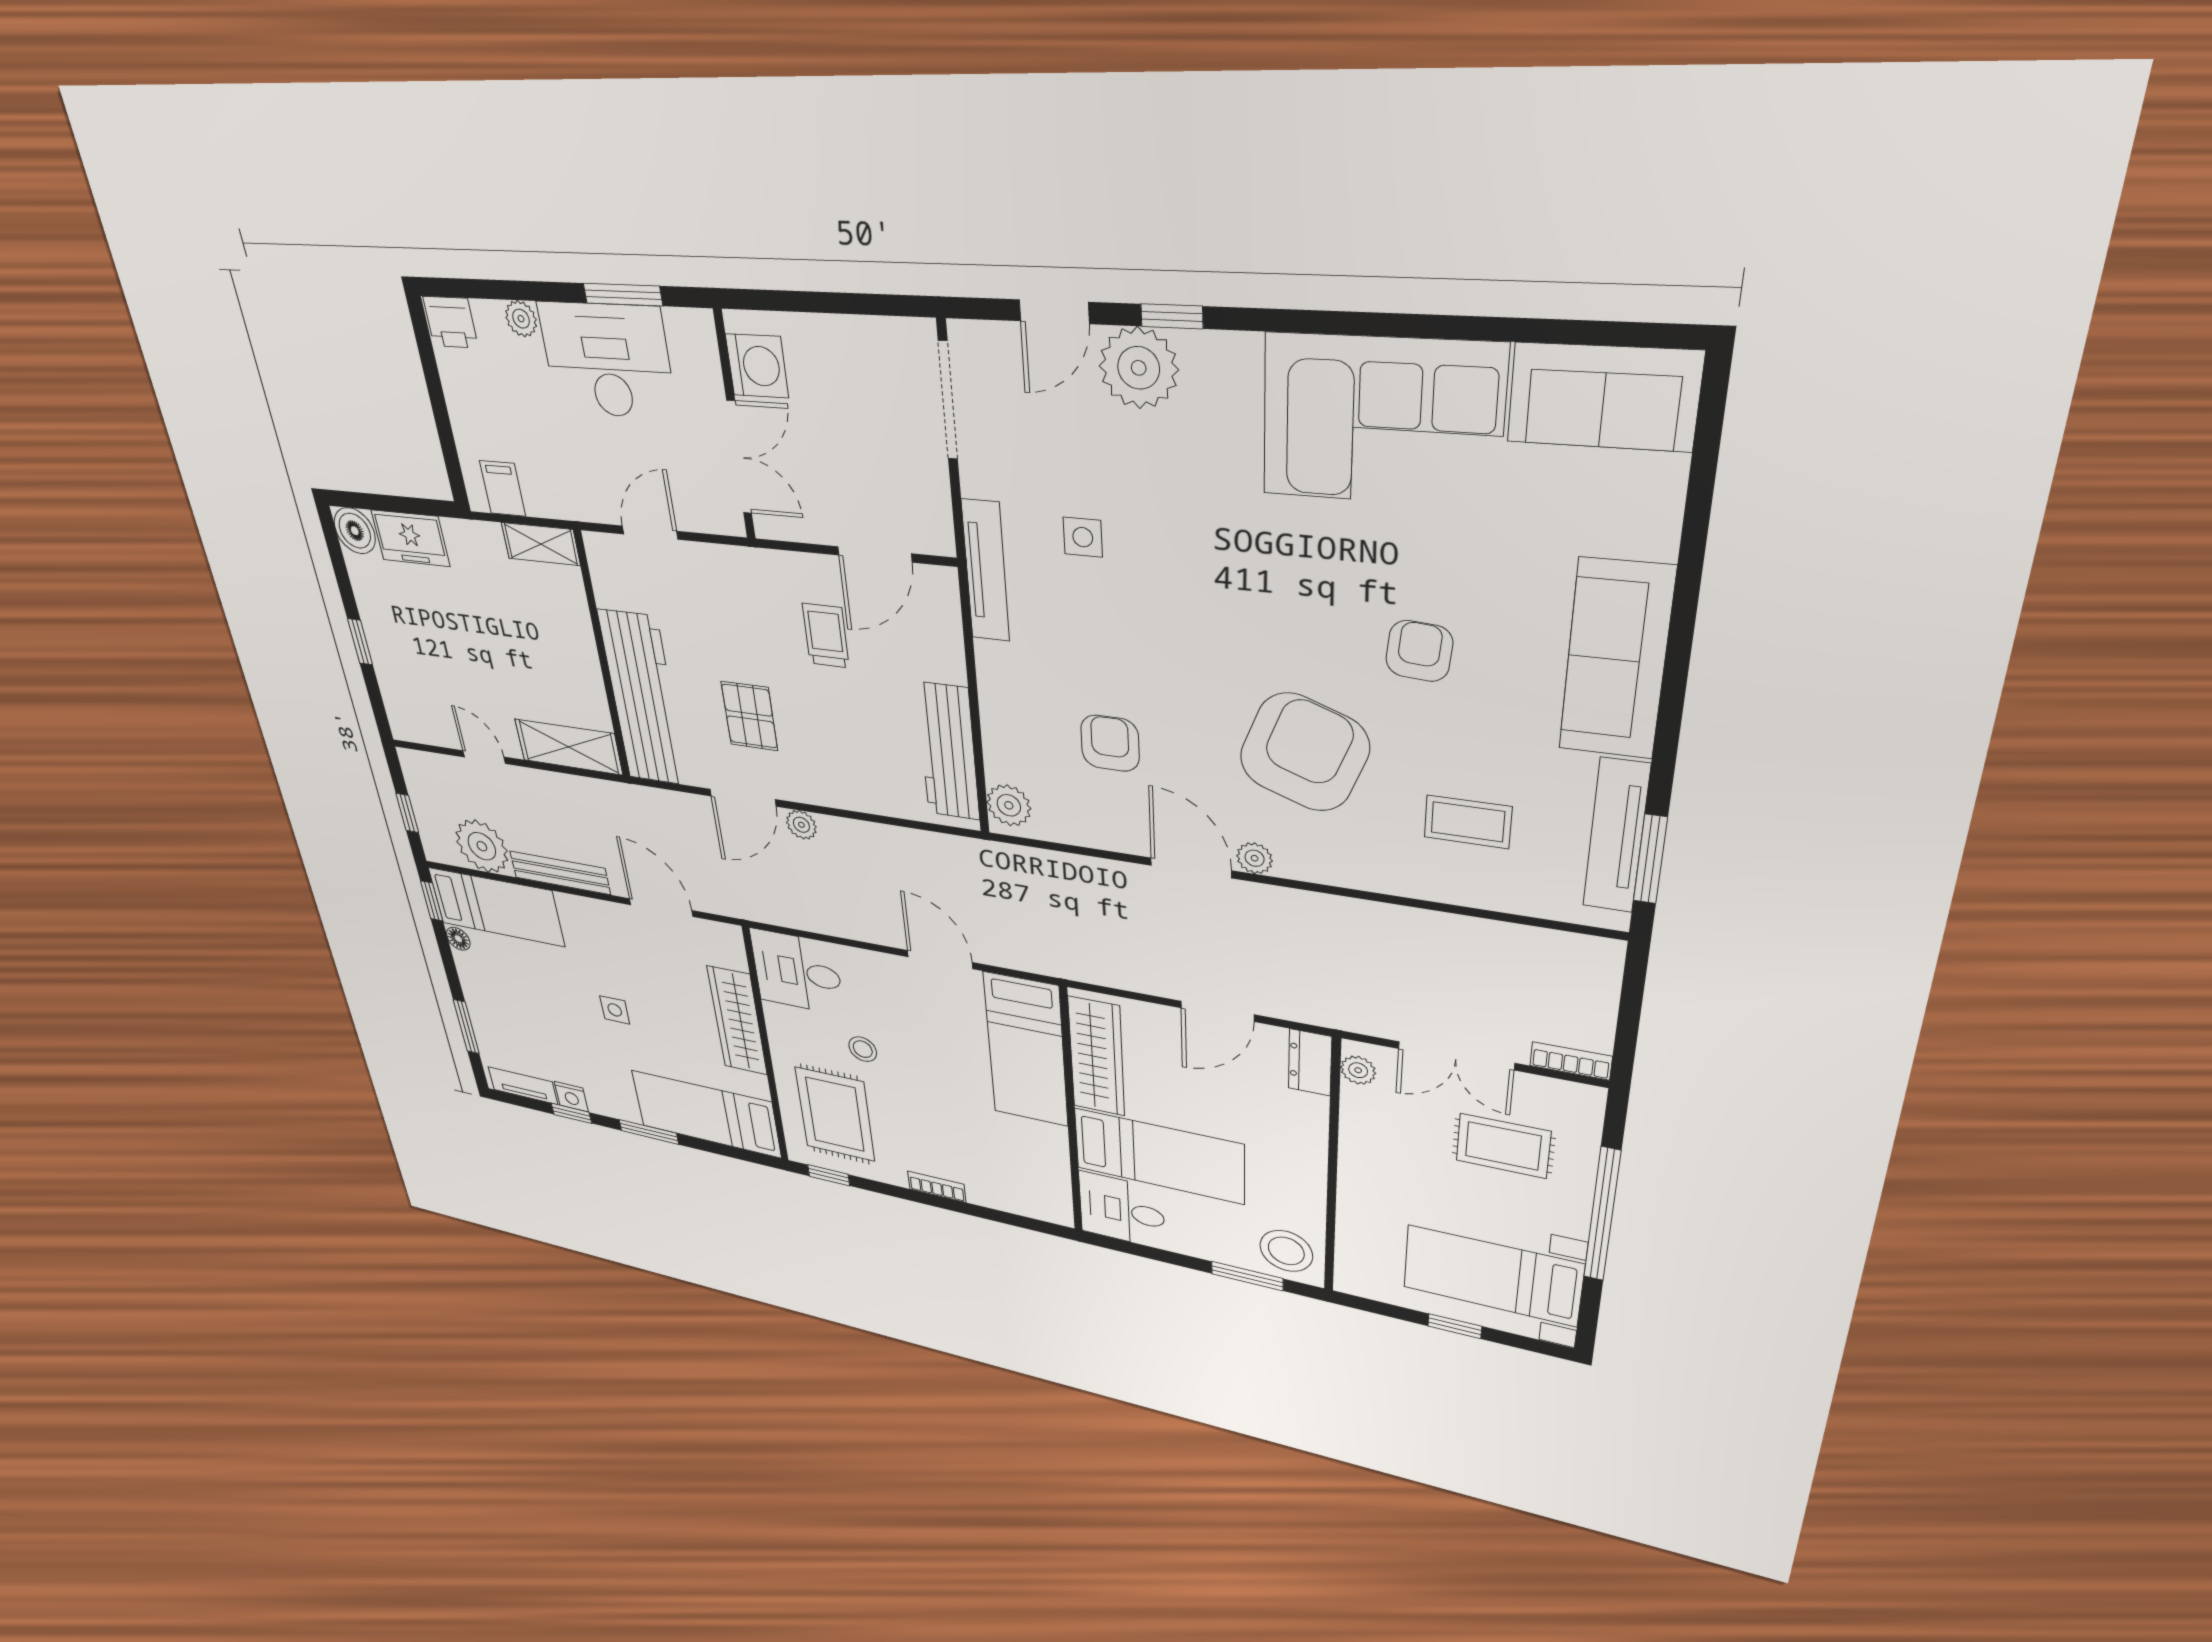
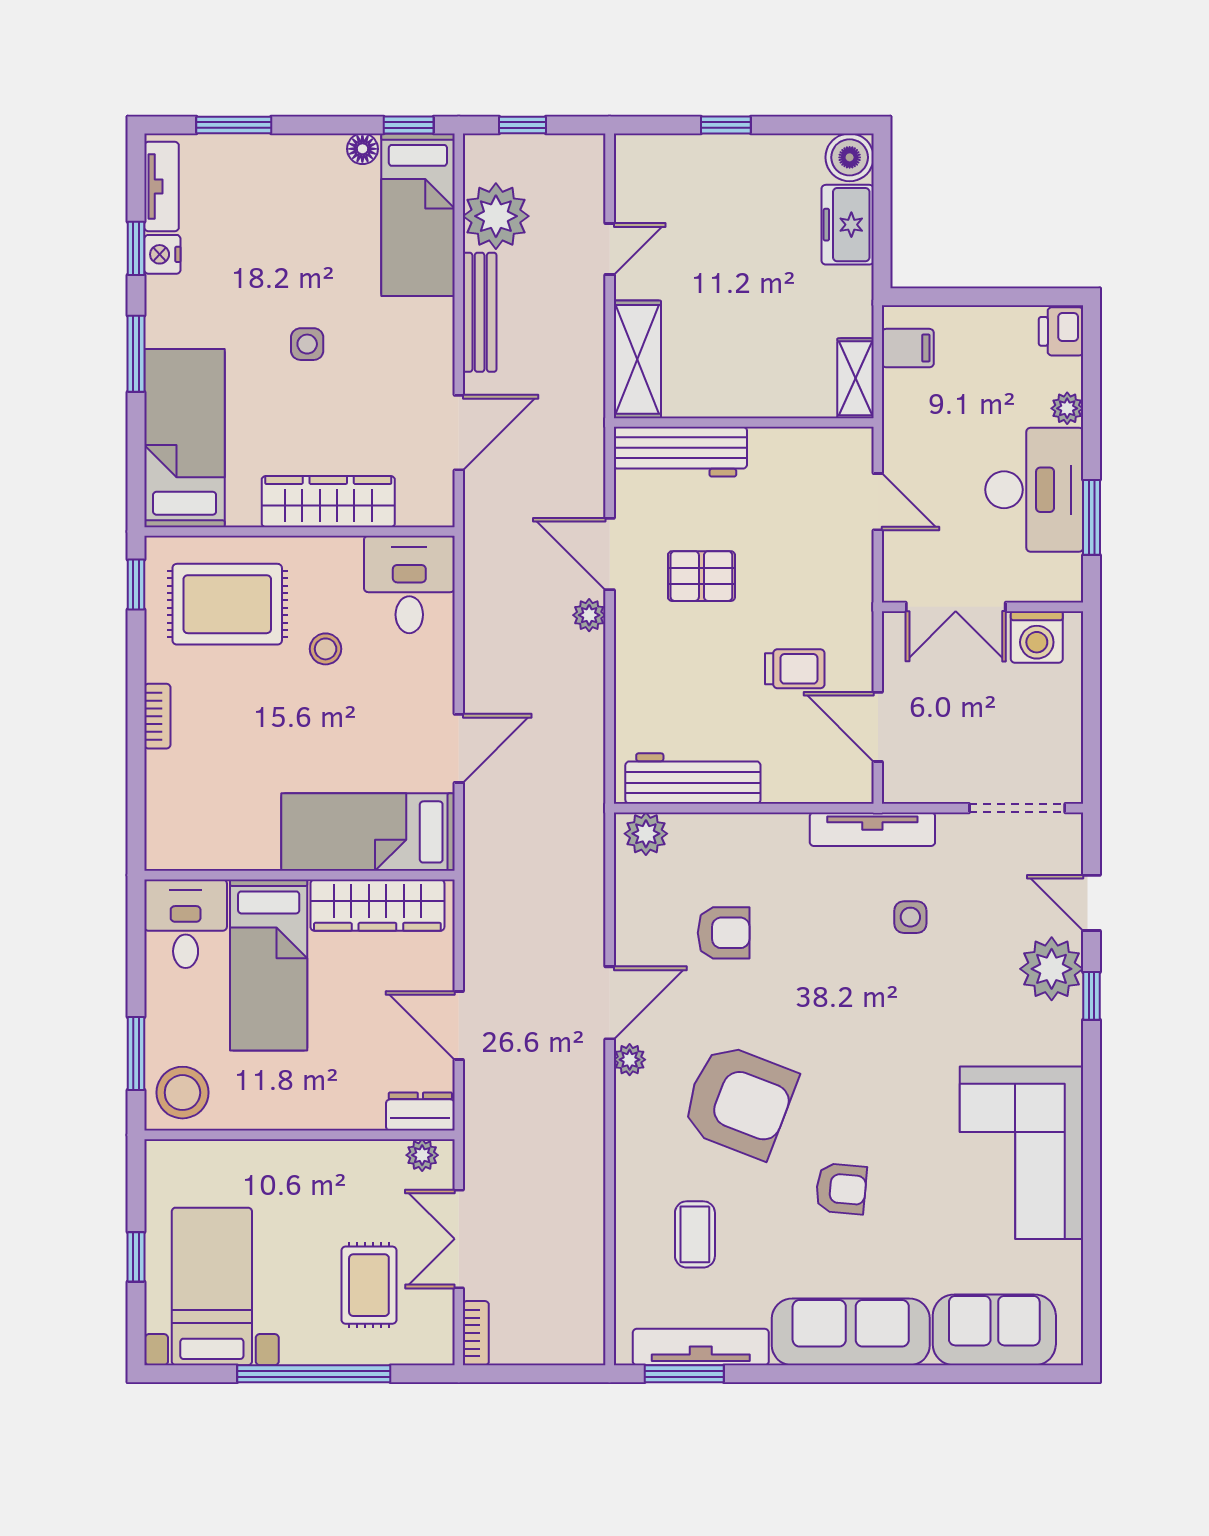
sofa: (1603, 397) -> (994, 1330), moved, turned 90
workbench: (643, 699) -> (680, 452), width x0.73, depth x0.76

